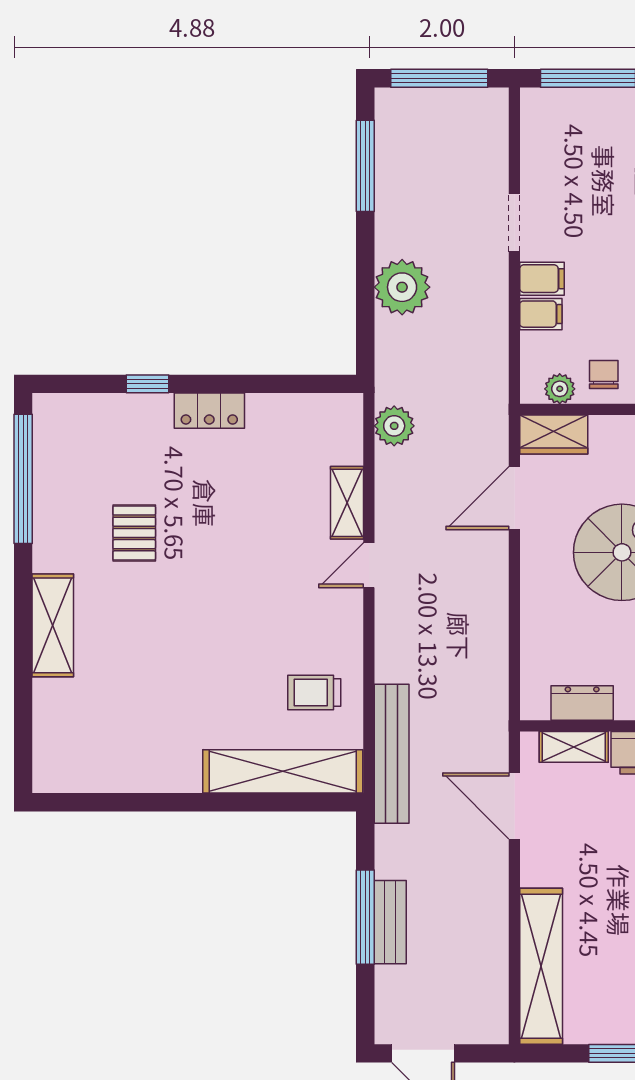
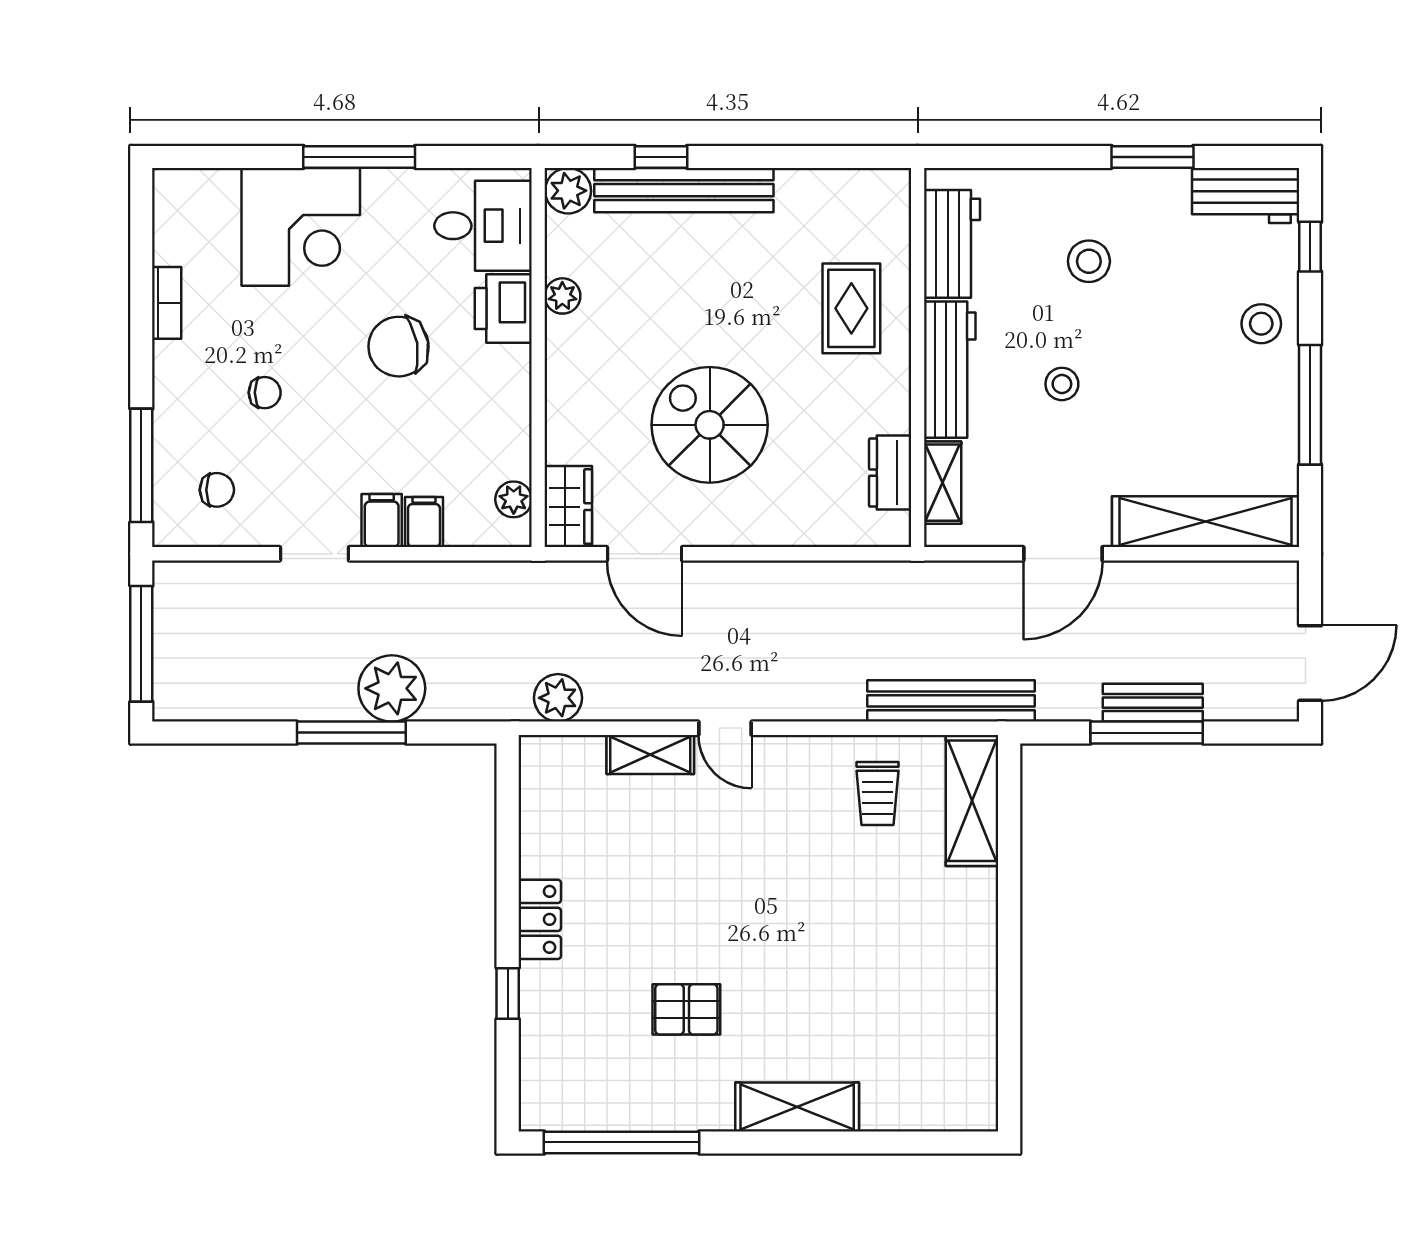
window: (365, 166) -> (351, 733), moved
chair: (604, 374) -> (217, 490), moved, turned 180
shelving: (283, 771) -> (972, 801), width x0.68
door: (514, 806) -> (1063, 554), moved

